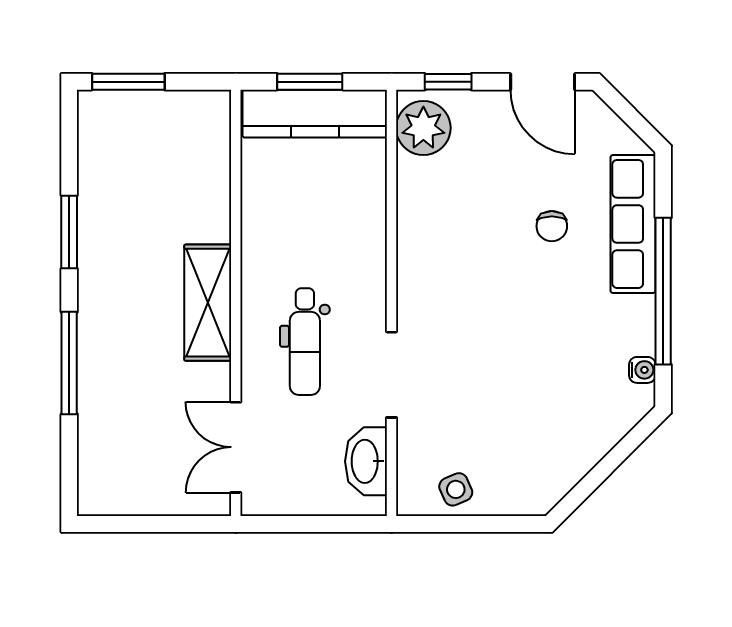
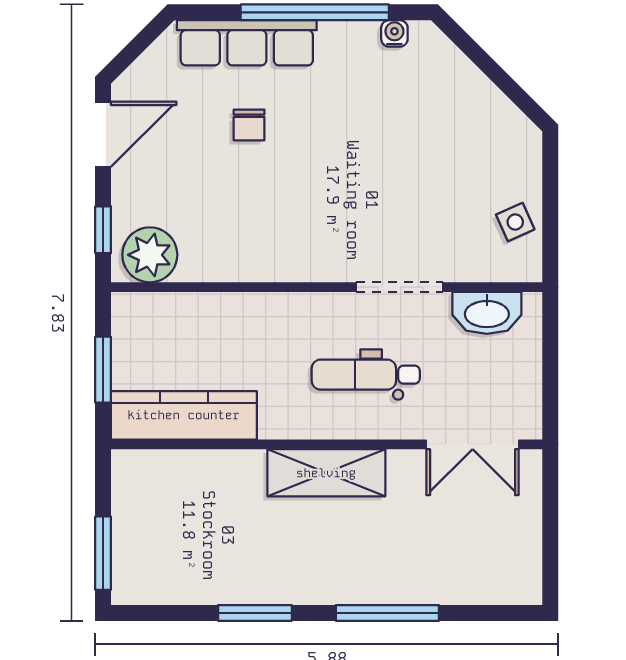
kitchen counter: (315, 114) -> (184, 415), moved, turned -90
chair: (552, 226) -> (249, 125), turned 90
dental chair: (305, 342) -> (366, 375), turned 180

